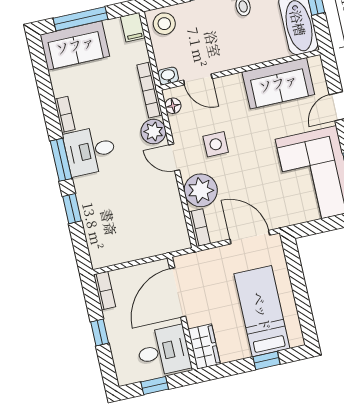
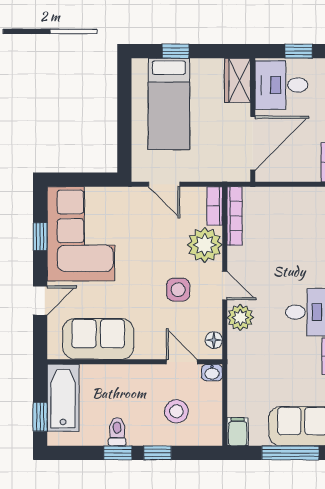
stool: (164, 24) -> (176, 411), moved
bookcase: (150, 90) -> (235, 216), moved
door: (250, 237) -> (164, 184), width x0.73

